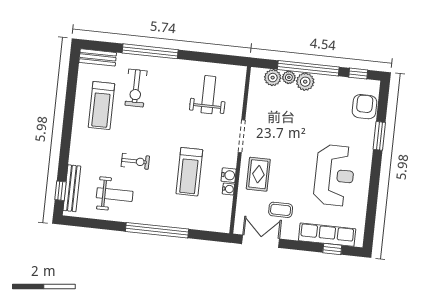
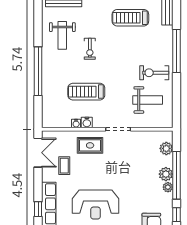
plant: (289, 77) -> (168, 187), moved
exercise bike: (136, 88) -> (154, 73), moved

